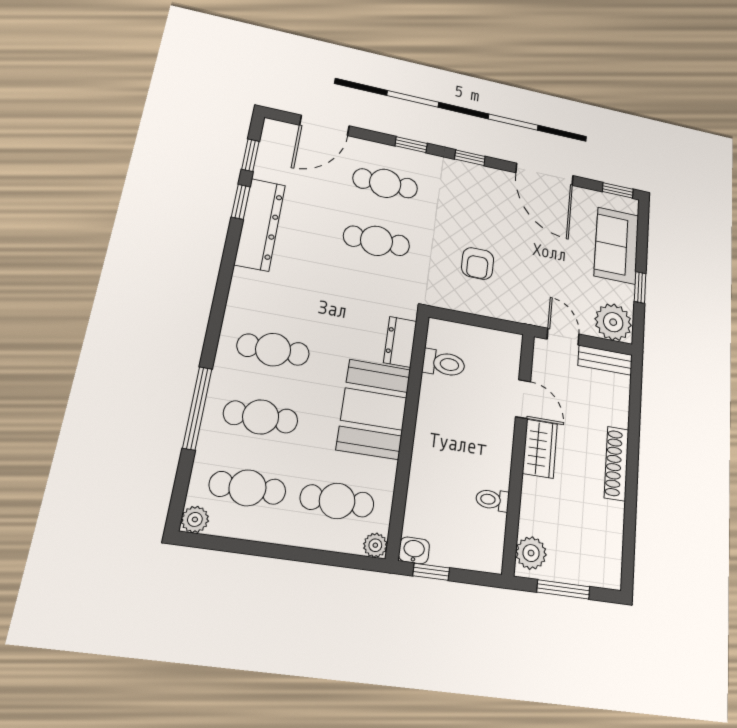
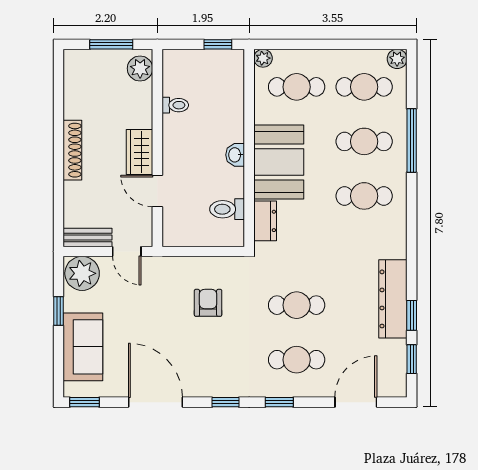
washbasin: (414, 550) -> (235, 155), moved, turned 90

